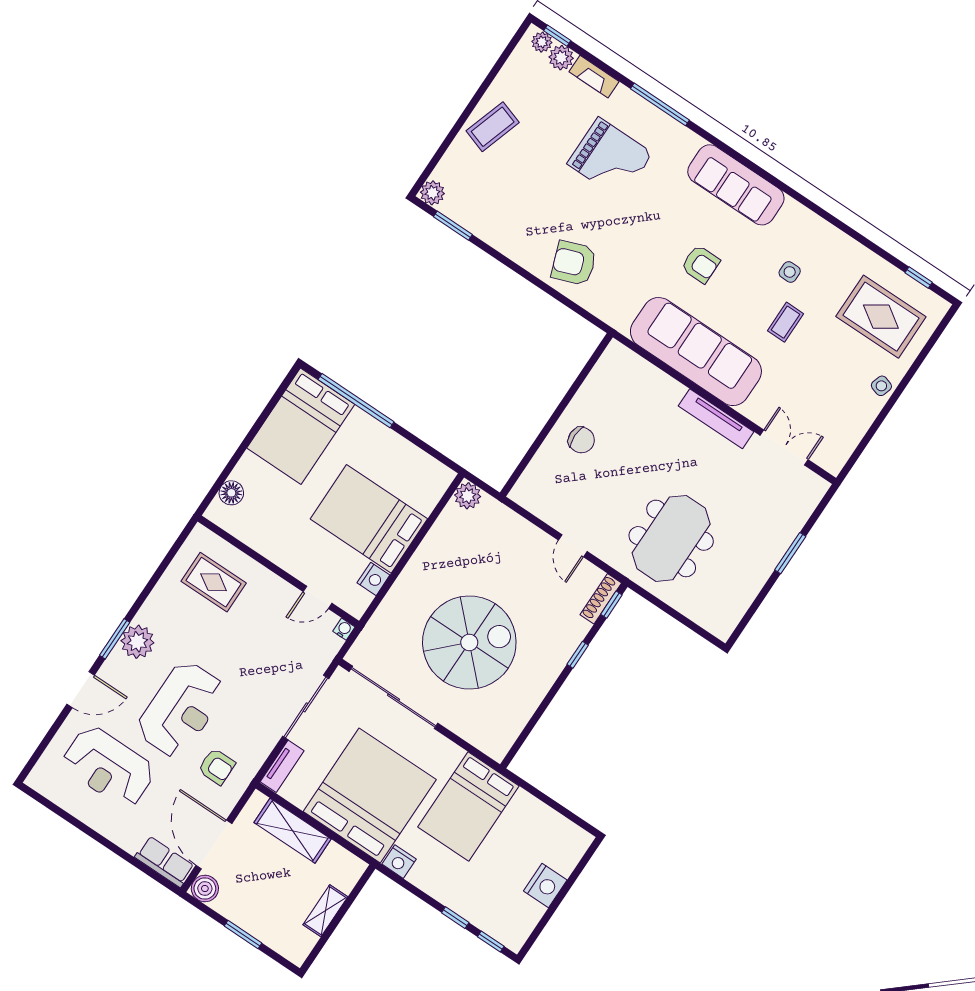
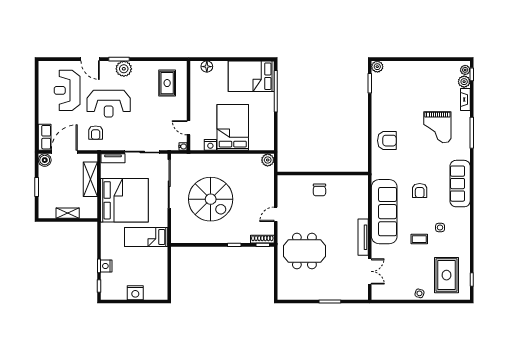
coffee table: (493, 127) -> (419, 73), removed
armchair: (574, 263) -> (387, 141), turned 110
bed: (468, 806) -> (146, 237), width x0.67
nightstand: (399, 862) -> (106, 266), moved

